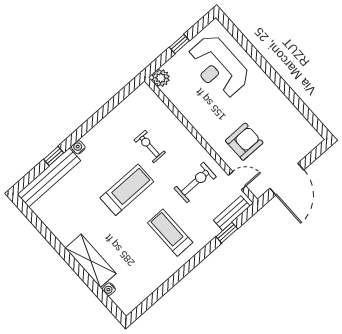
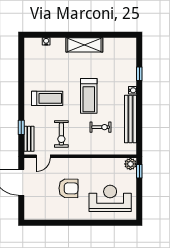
window: (179, 44) -> (139, 171), moved
armchair: (244, 142) -> (69, 188), moved, turned -89
bench: (49, 177) -> (131, 119), moved
shelving: (91, 261) -> (84, 45), moved

